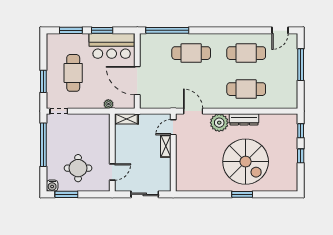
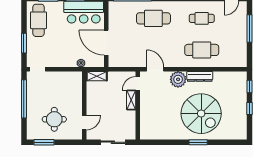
cafe table: (246, 53) -> (202, 18), width x0.73, depth x0.74
cafe table: (73, 73) -> (39, 20), moved
water cooler: (52, 186) -> (32, 135), removed

